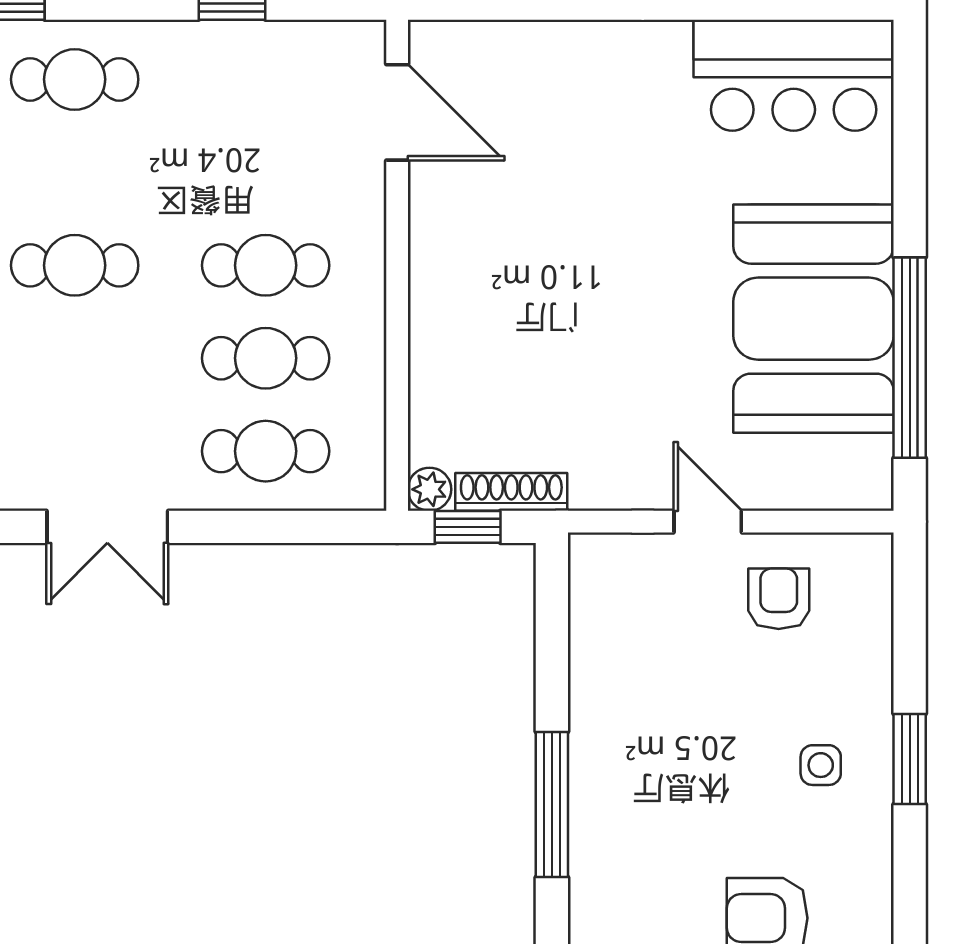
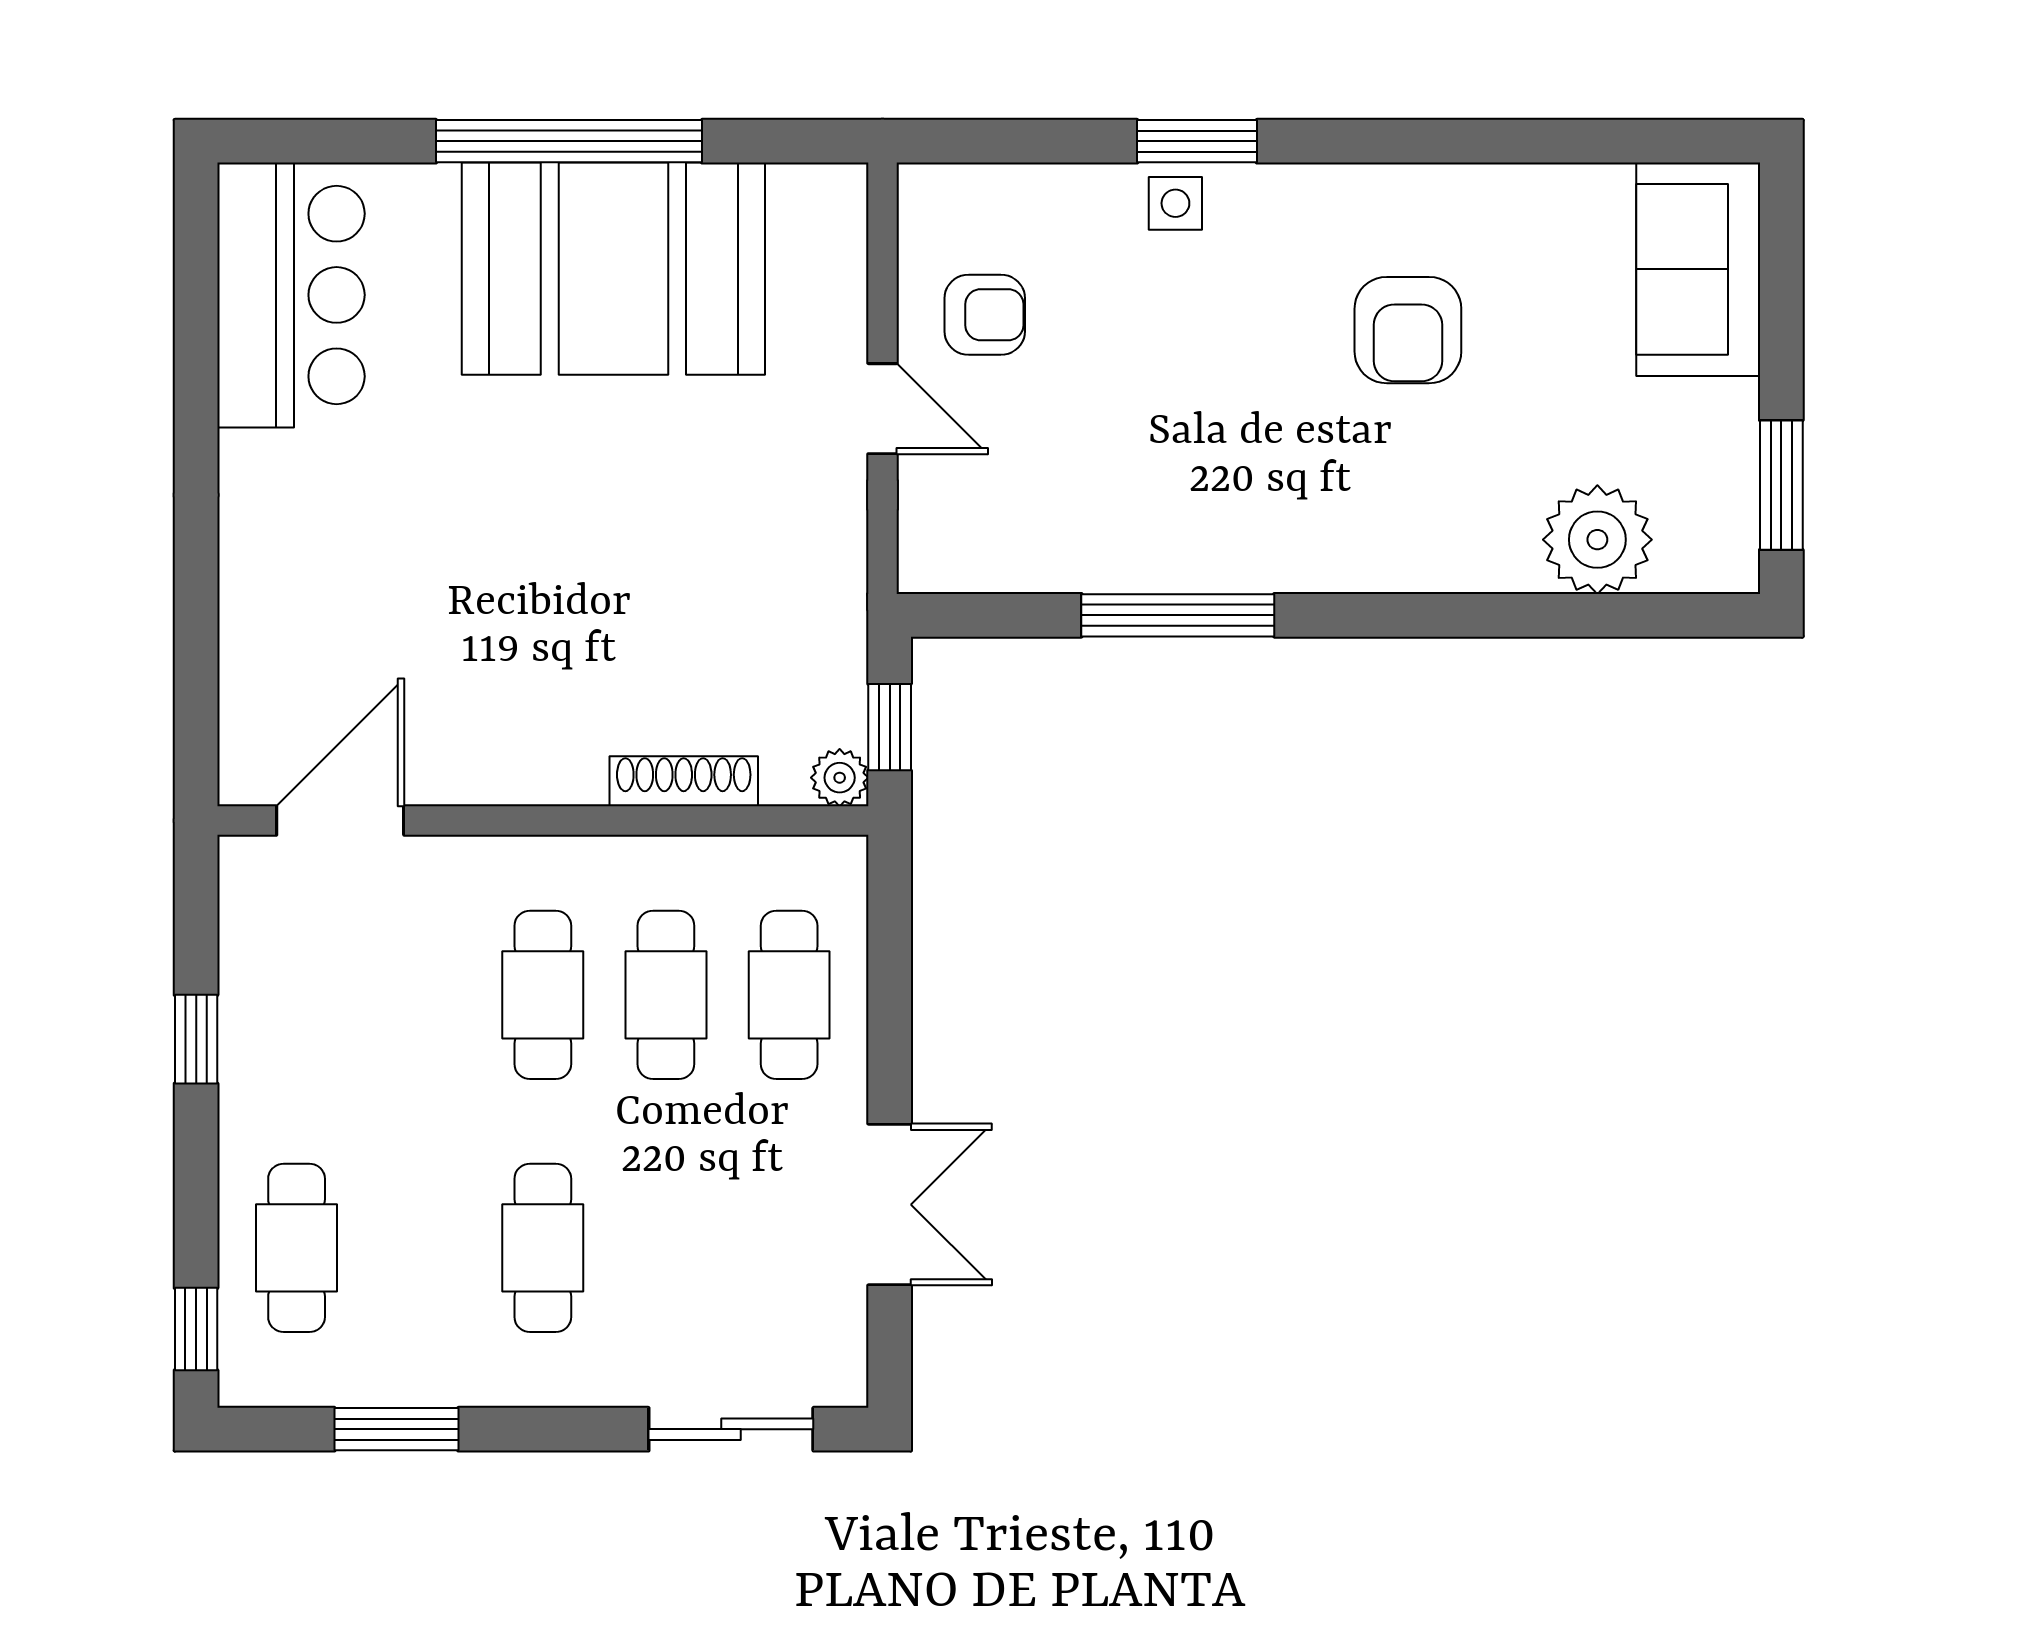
window: (910, 358) -> (569, 141), moved
shoe rack: (511, 492) -> (684, 781), moved, turned 90
door: (708, 522) -> (883, 409), swing flipped
armchair: (779, 599) -> (985, 315), turned 180
side table: (821, 765) -> (1175, 203), moved
window: (552, 805) -> (1178, 615), moved

